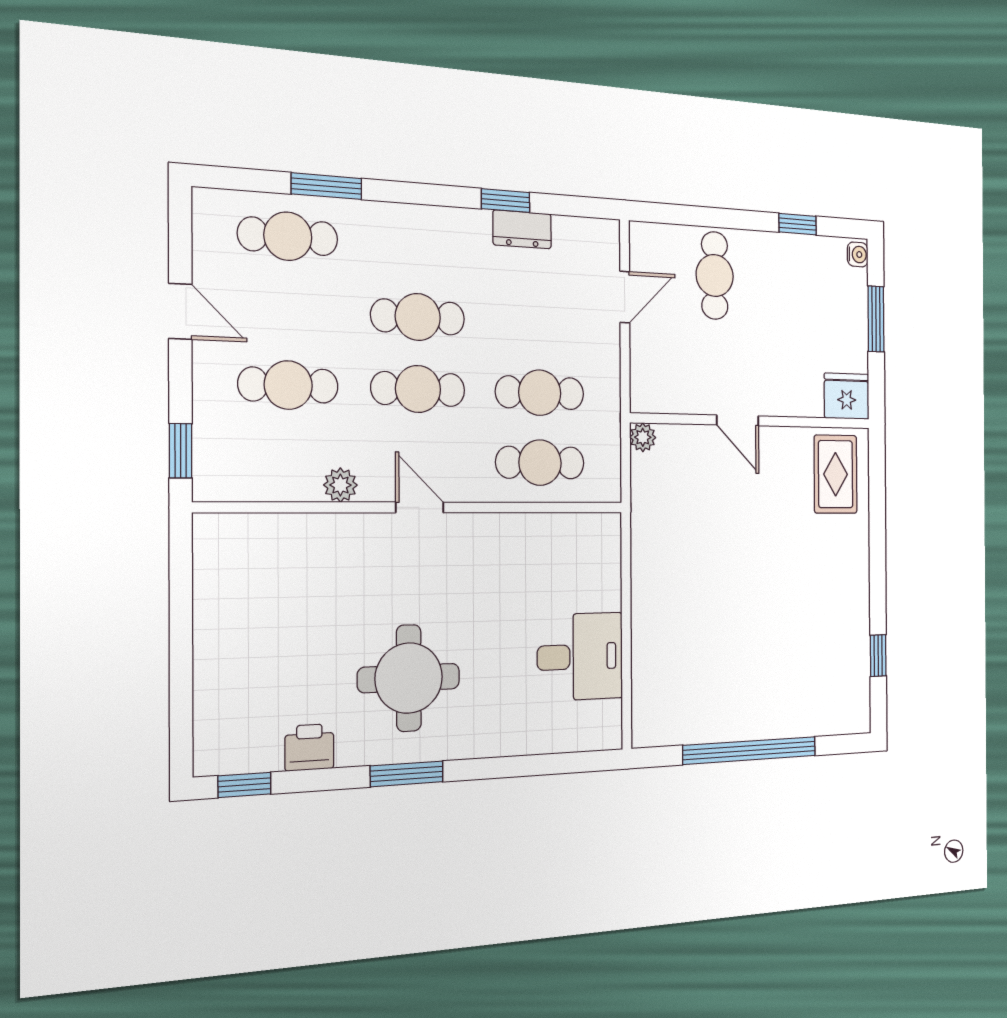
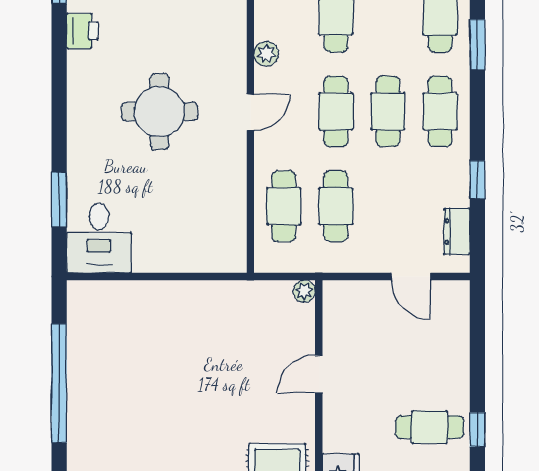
dresser: (522, 229) -> (457, 232), moved
cafe table: (418, 245) -> (440, 111), added
cafe table: (715, 275) -> (430, 427), moved
desk: (580, 657) -> (99, 238), moved
round table: (409, 678) -> (159, 111), moved
window: (407, 774) -> (59, 199), moved

